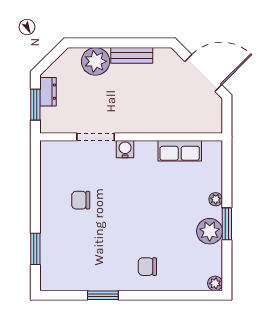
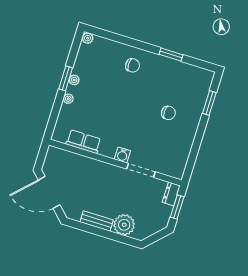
dresser: (48, 92) -> (171, 194), moved
chair: (81, 200) -> (168, 113), moved
plant: (210, 231) -> (74, 80), width x0.53, depth x0.53

